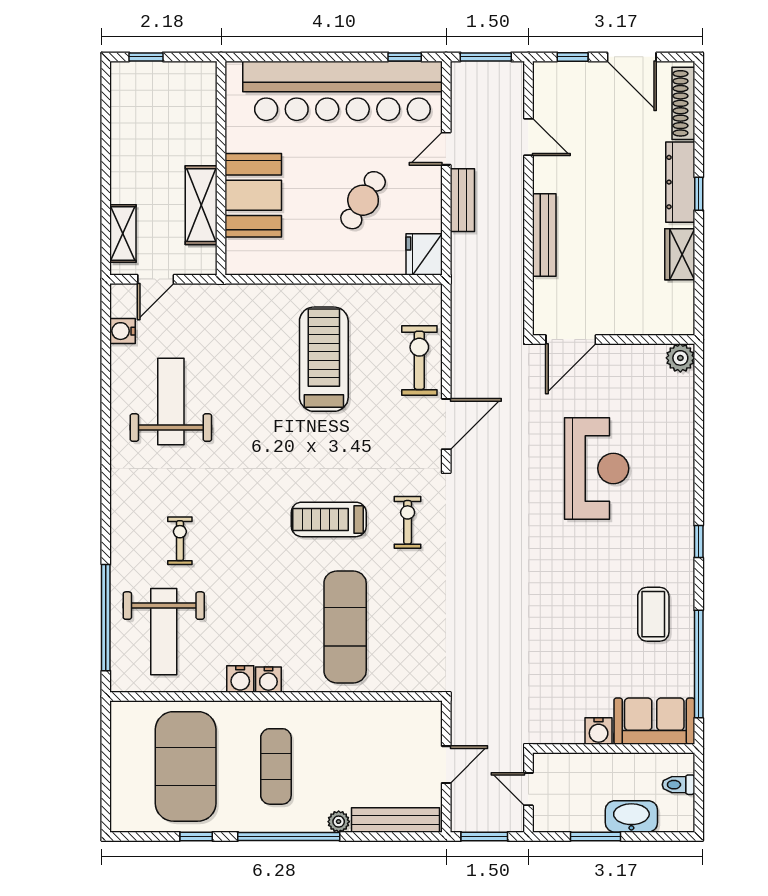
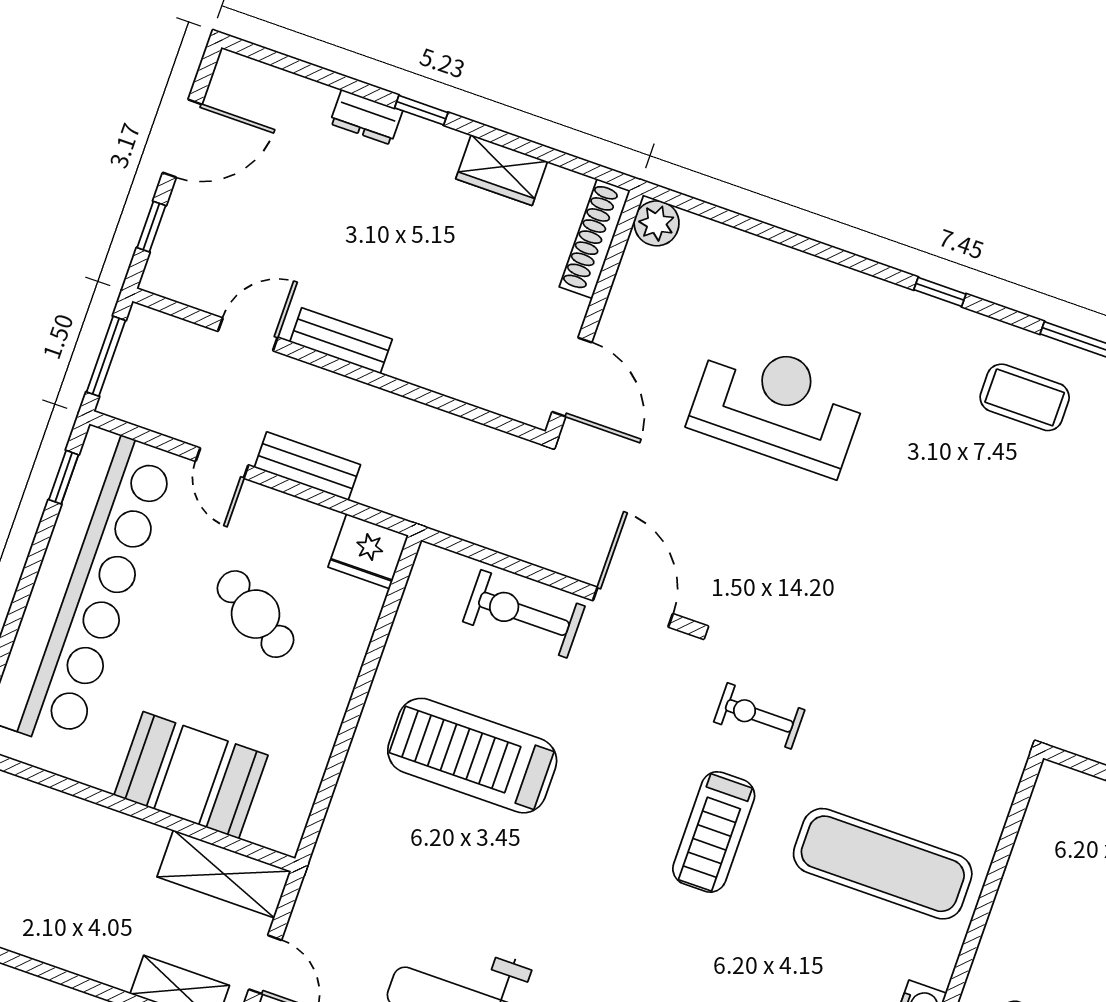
shoe rack: (683, 103) -> (595, 239), moved, turned 90
dresser: (680, 182) -> (366, 117), width x0.51, depth x0.80
shelving: (201, 205) -> (224, 874), moved
bench: (544, 235) -> (341, 341), moved, width x0.73

